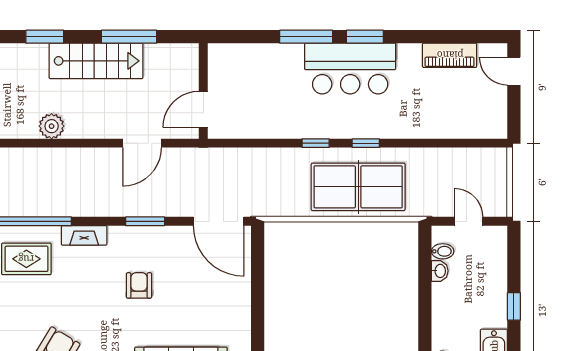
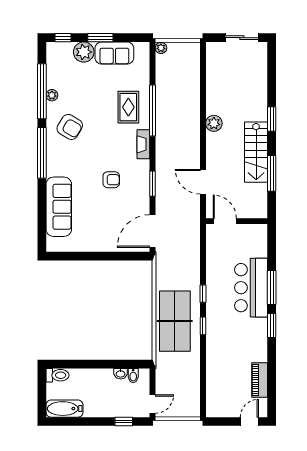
bar counter: (350, 69) -> (251, 288), moved
door: (469, 221) -> (153, 404), moved
window: (514, 306) -> (124, 422), moved

